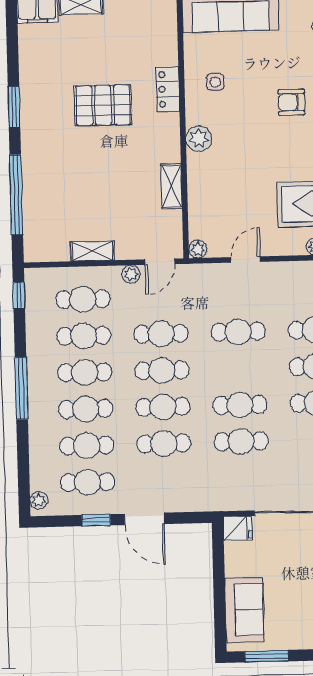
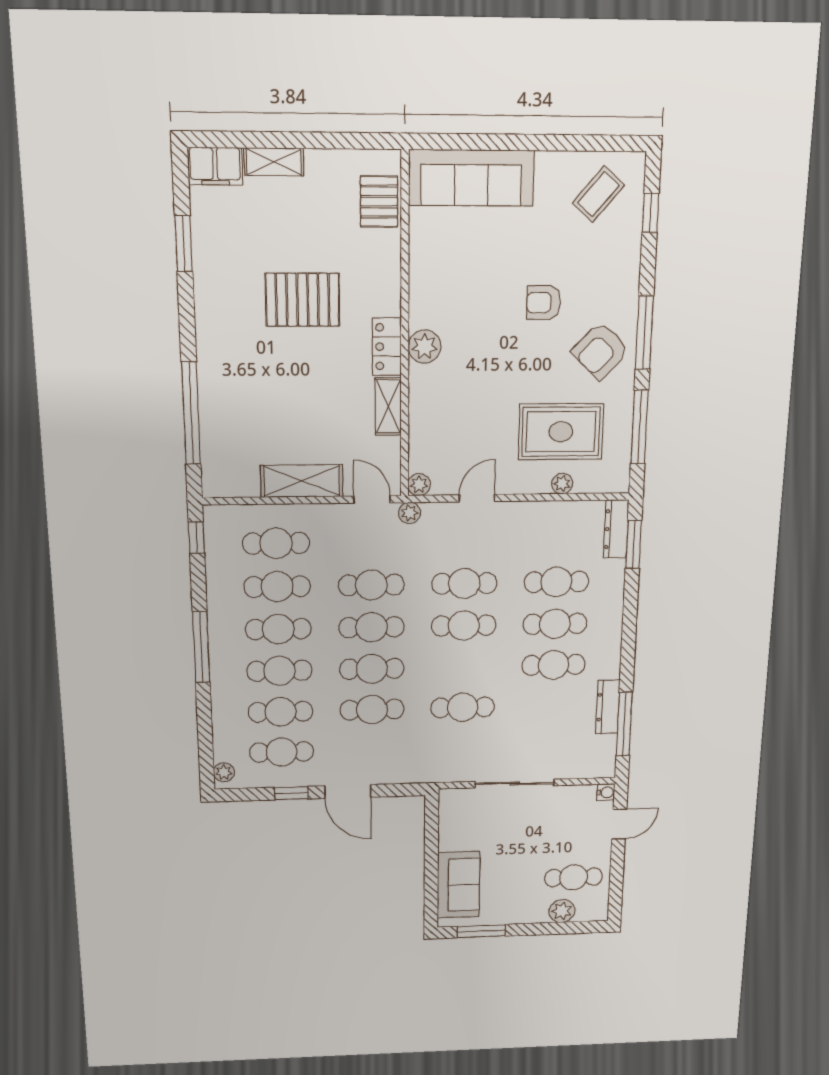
pallet: (161, 31) -> (379, 202), added
side table: (215, 82) -> (448, 273), removed
locker: (168, 89) -> (387, 347), moved
window: (14, 107) -> (184, 244), moved
shelving: (93, 251) -> (302, 481), width x1.50, depth x1.33
door: (160, 262) -> (372, 499), swing flipped
plant: (131, 274) -> (409, 513), moved
cafe table: (240, 405) -> (464, 626), moved
fridge: (238, 528) -> (455, 801), removed

